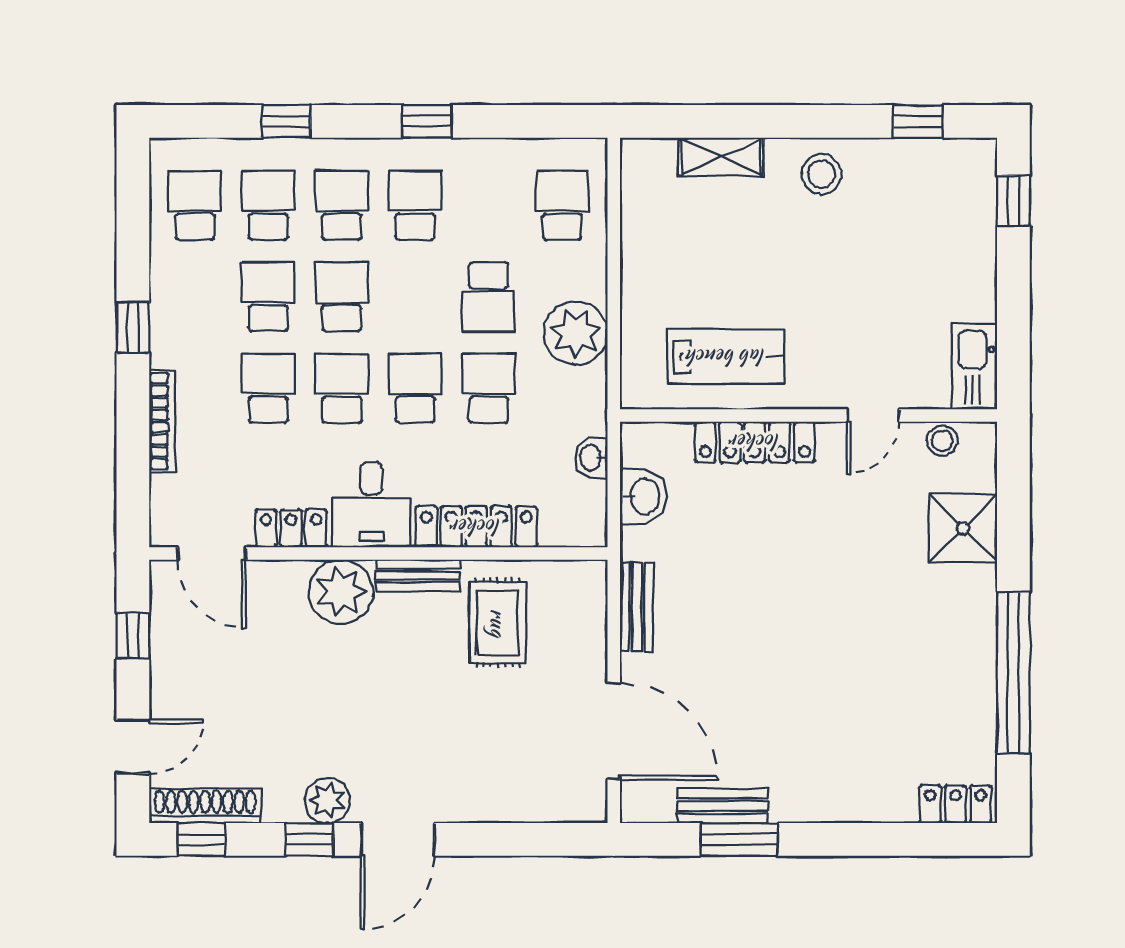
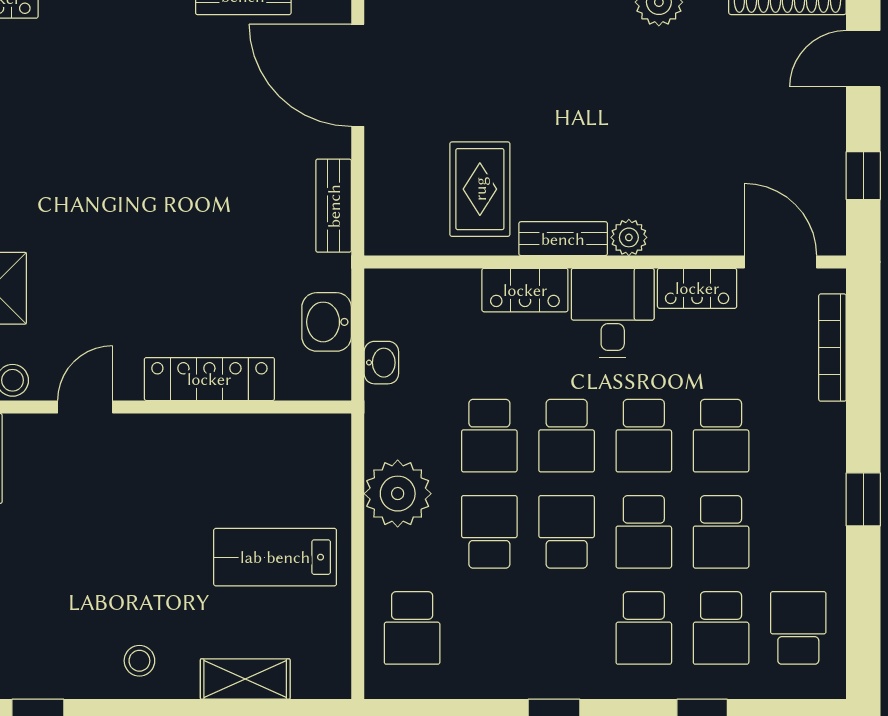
stool: (821, 174) -> (139, 661), width x0.73, depth x0.73
school desk: (195, 205) -> (798, 628), turned 180
school desk: (415, 205) -> (567, 532), moved, turned 180
lab bench: (726, 357) -> (275, 557), moved
bookcase: (162, 421) -> (832, 348), moved
locker: (476, 527) -> (525, 290), width x0.66
plant: (341, 592) -> (629, 237), width x0.53, depth x0.53

